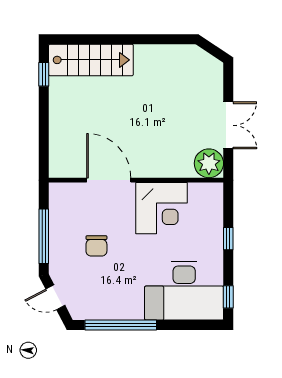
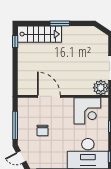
window: (130, 39) -> (60, 23), added
corner desk: (161, 208) -> (87, 111), moved

